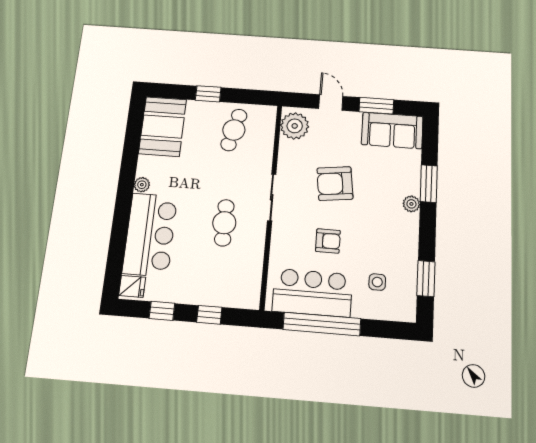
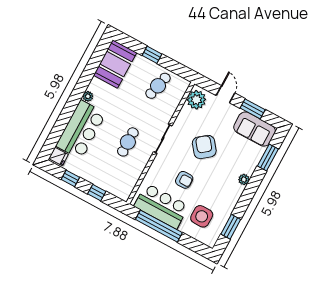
armchair: (335, 184) -> (204, 147), turned 59
window: (429, 184) -> (268, 158), moved
side table: (377, 282) -> (202, 216), width x1.87, depth x1.87

